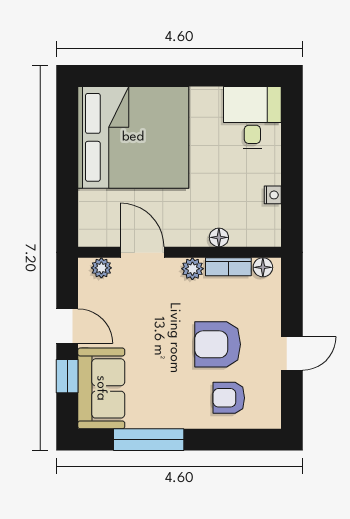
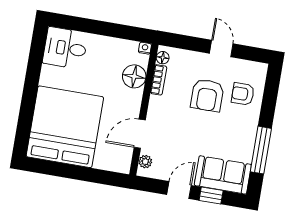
nightstand: (273, 195) -> (145, 48), moved
floor lamp: (219, 237) -> (134, 76), width x1.89, depth x1.89
plant: (192, 269) -> (156, 103), removed
armchair: (229, 398) -> (243, 94), turned 90

